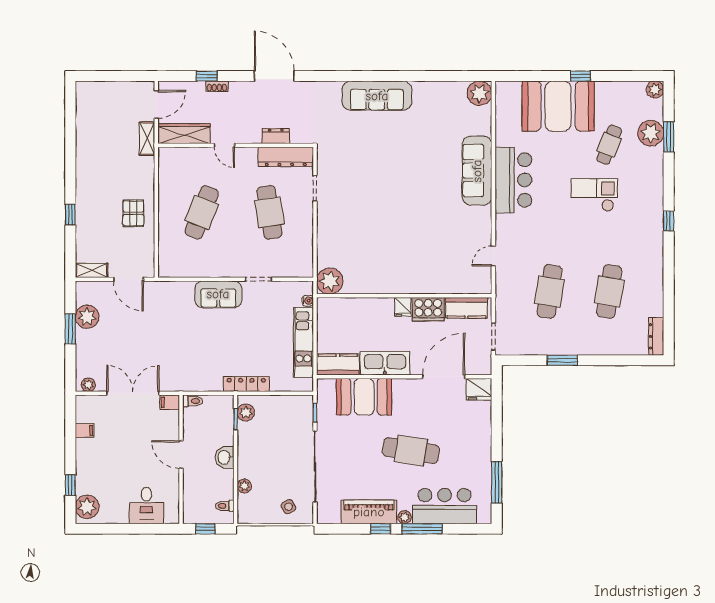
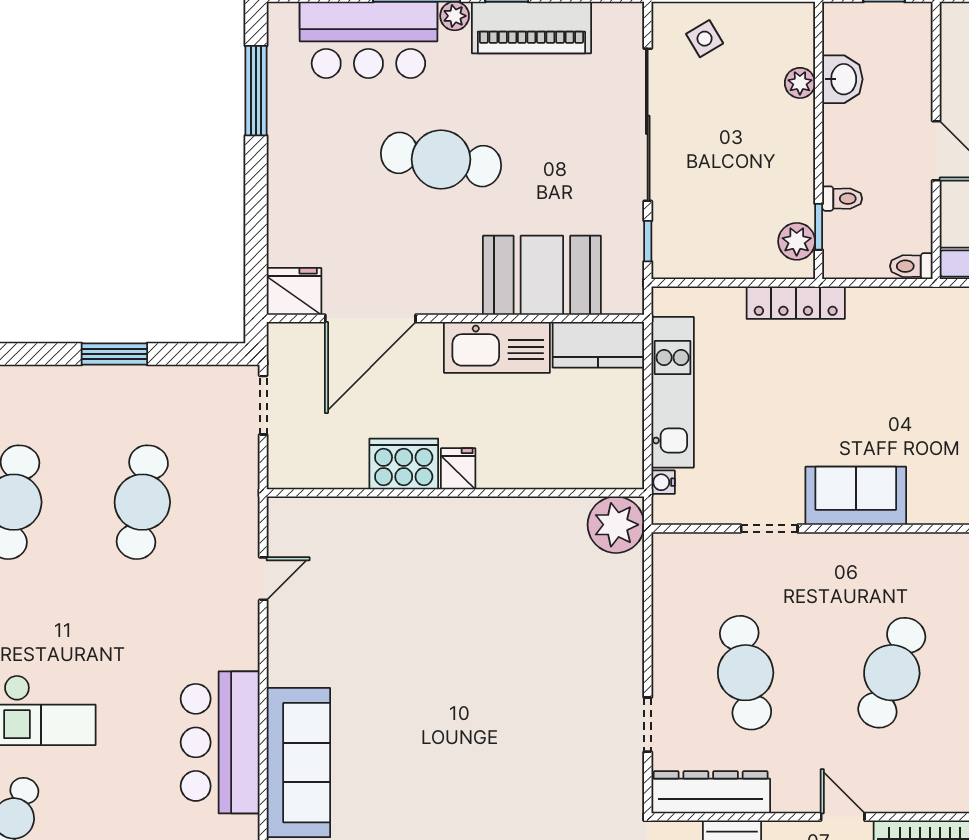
kitchen counter: (466, 308) -> (321, 467), removed
washbasin: (225, 457) -> (842, 79), moved
toilet: (225, 506) -> (842, 199), moved

